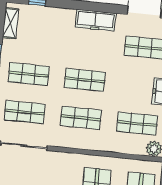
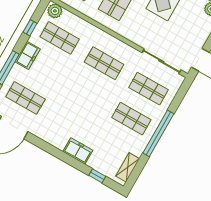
freezer: (96, 20) -> (78, 151), moved, width x0.71
shop shelf: (85, 80) -> (87, 93), removed

